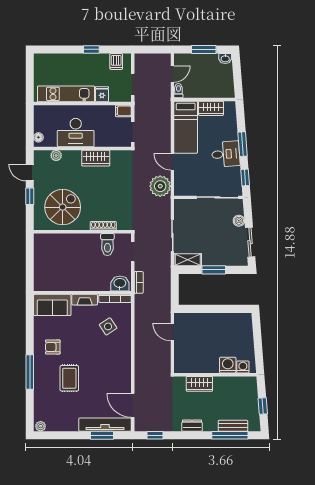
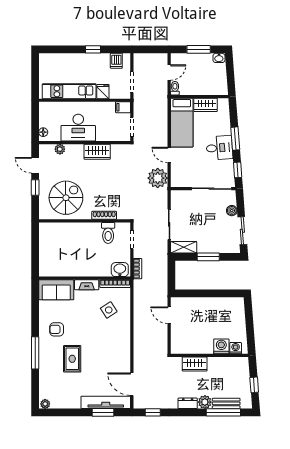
plant: (210, 424) -> (205, 402), added

